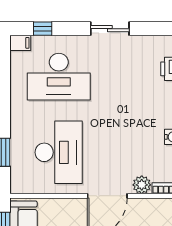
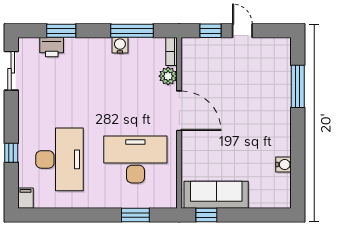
window: (43, 29) -> (11, 153), moved
sliding door: (110, 29) -> (11, 71), moved

